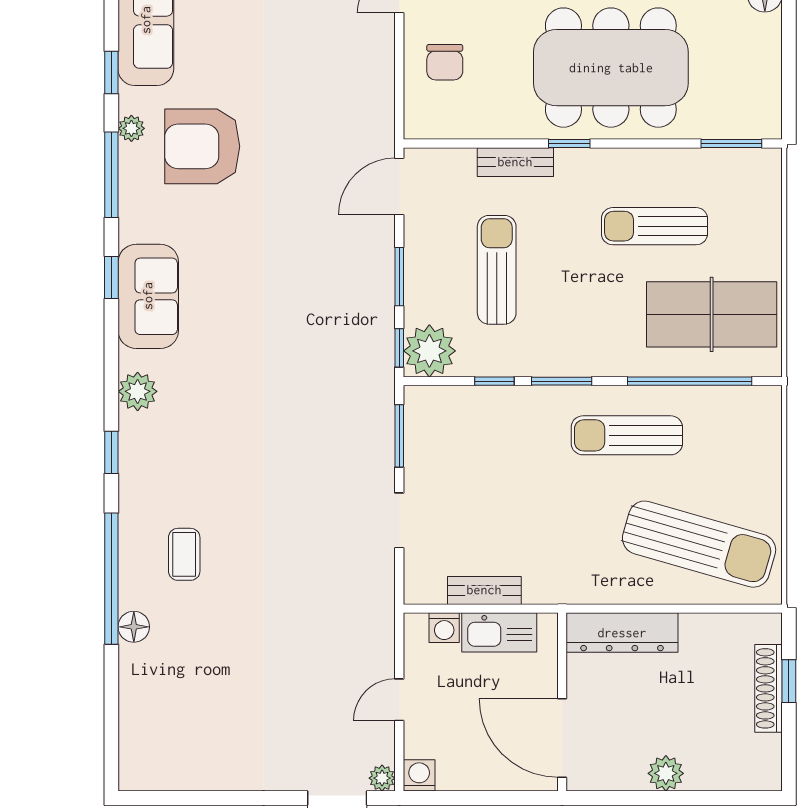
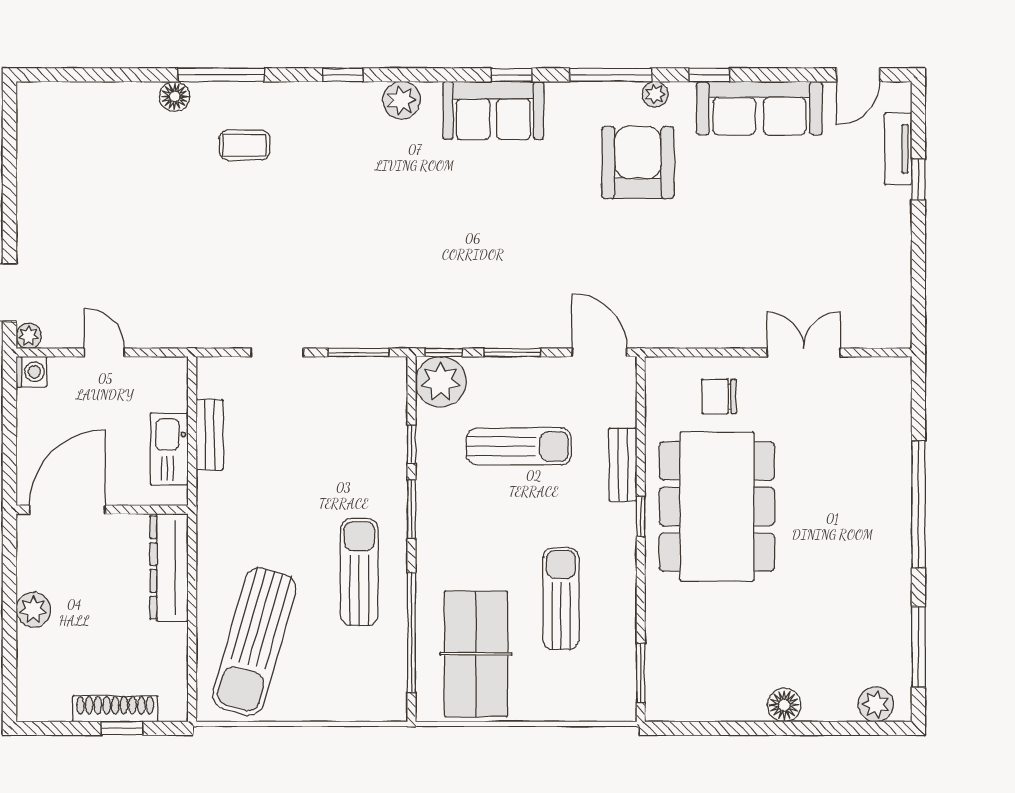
dining table: (611, 68) -> (717, 507), moved
window: (111, 579) -> (221, 75), width x0.68
washing machine: (444, 628) -> (174, 396), removed

